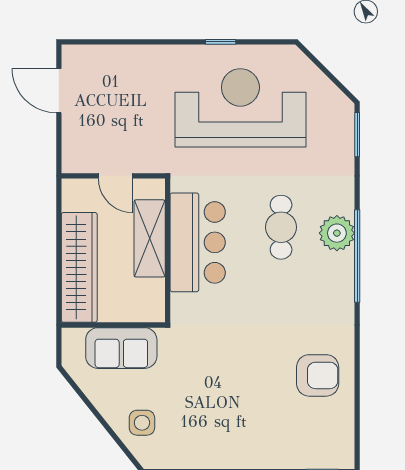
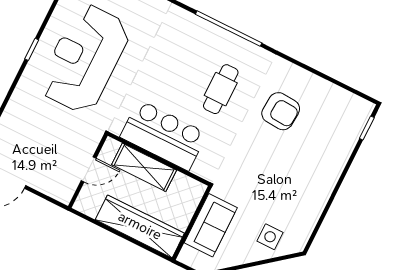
cafe table: (281, 227) -> (221, 89), moved, turned 90
plant: (337, 233) -> (206, 35), removed
armchair: (318, 375) -> (281, 111), moved, turned 94

